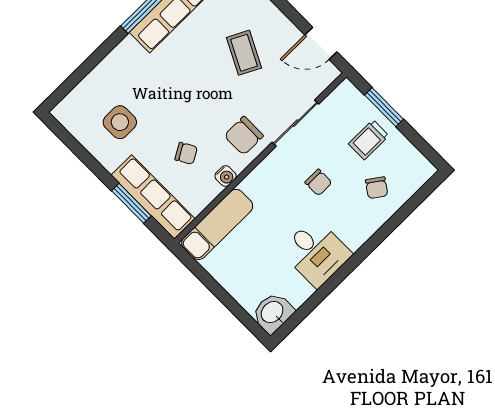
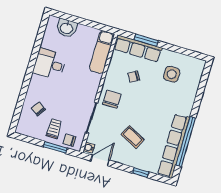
water cooler: (226, 176) -> (89, 148), moved
chair: (318, 182) -> (69, 140), moved
washbasin: (273, 313) -> (67, 28), moved, turned 90

